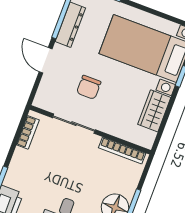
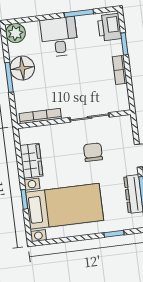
bookcase: (28, 132) -> (120, 70), moved

